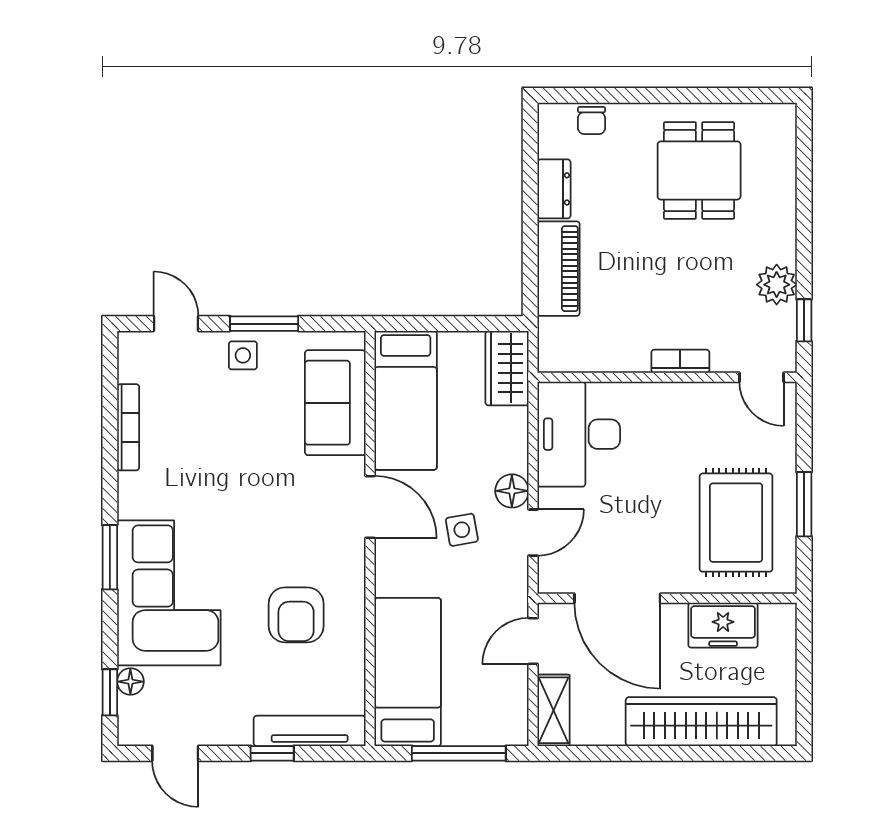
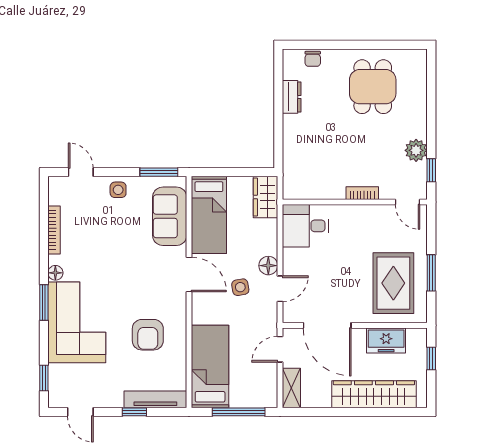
piano: (559, 269) -> (294, 141), removed
window: (264, 324) -> (159, 172), moved
desk: (579, 434) -> (306, 226), width x0.73
window: (804, 658) -> (431, 359), added
floor lamp: (130, 682) -> (55, 273), moved

